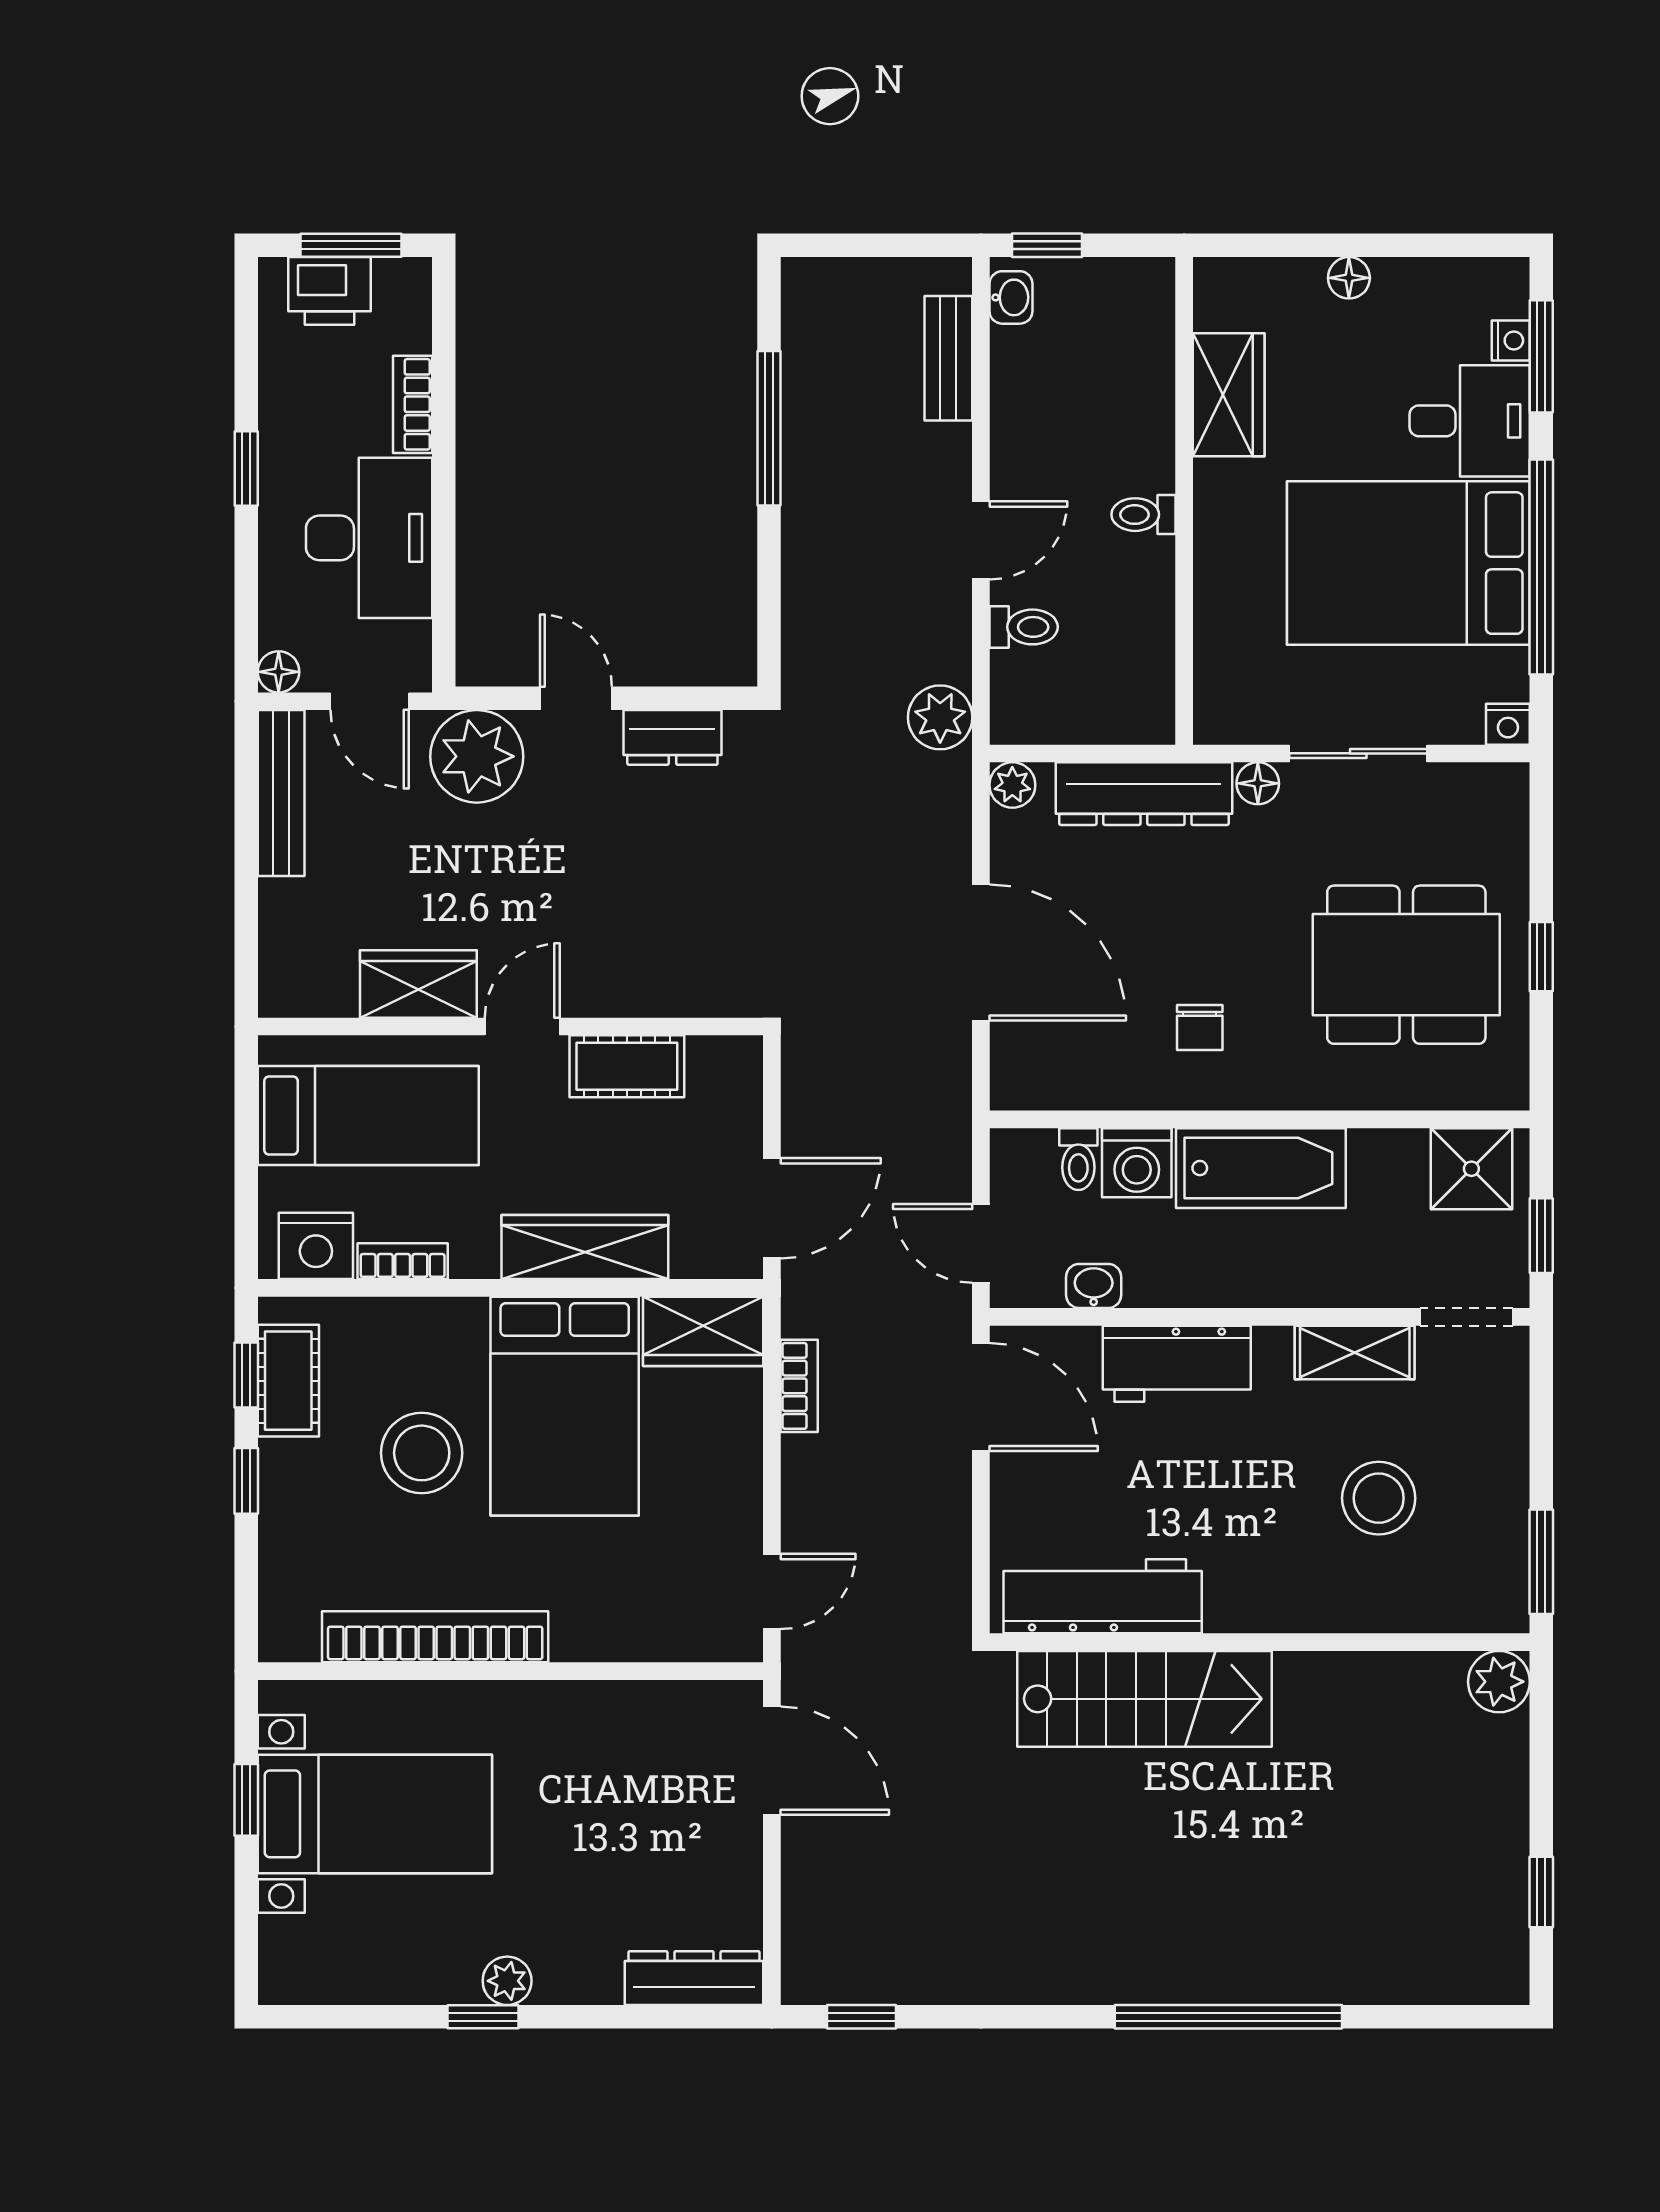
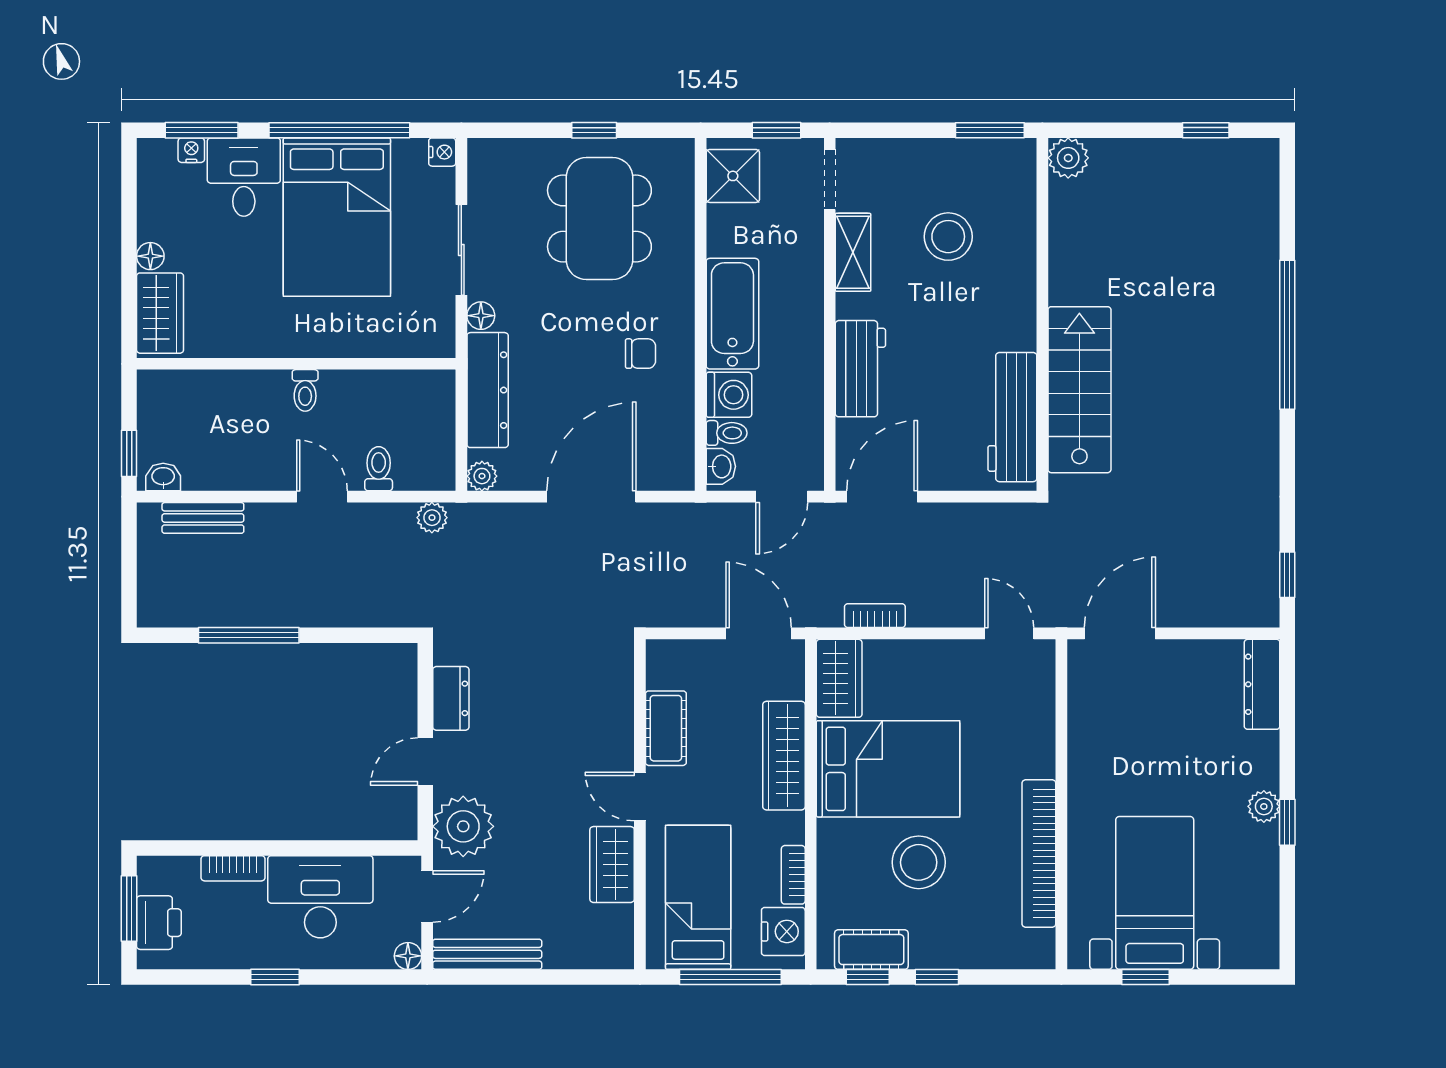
wardrobe: (1229, 395) -> (160, 313), moved, turned 90
plant: (940, 717) -> (432, 518), width x0.73, depth x0.73
window: (246, 1165) -> (730, 977), added
washbasin: (1094, 1286) -> (721, 466), moved, turned 180

